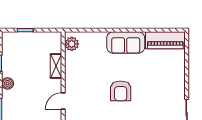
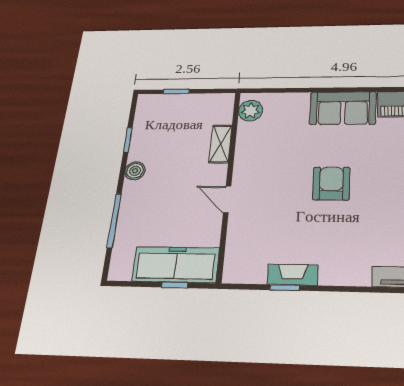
armchair: (121, 91) -> (331, 184), turned 180
door: (63, 101) -> (227, 199), hinge flipped

